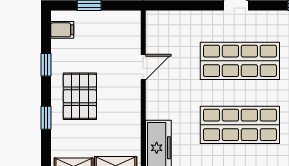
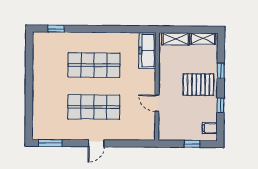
door: (143, 67) -> (157, 103), hinge flipped
pallet: (80, 96) -> (198, 85), turned 90

